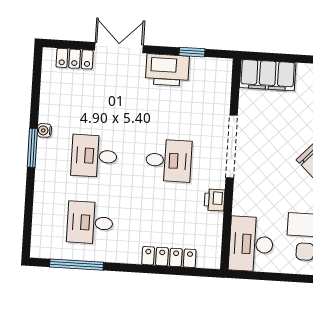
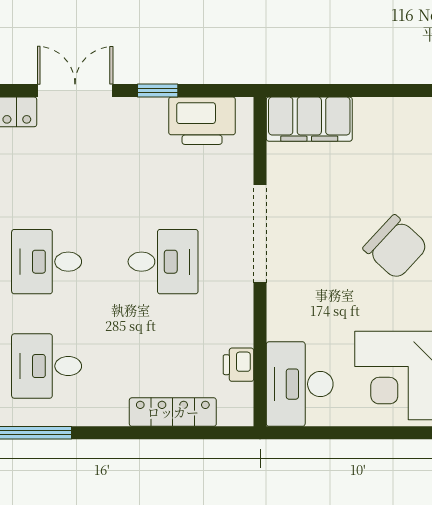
window: (192, 52) -> (158, 91), moved
printer: (167, 70) -> (202, 121), moved
printer: (215, 200) -> (239, 365), moved

